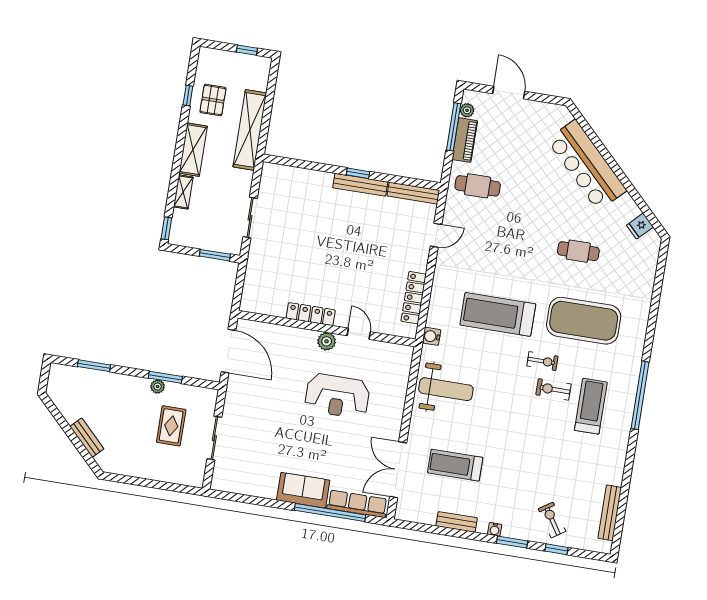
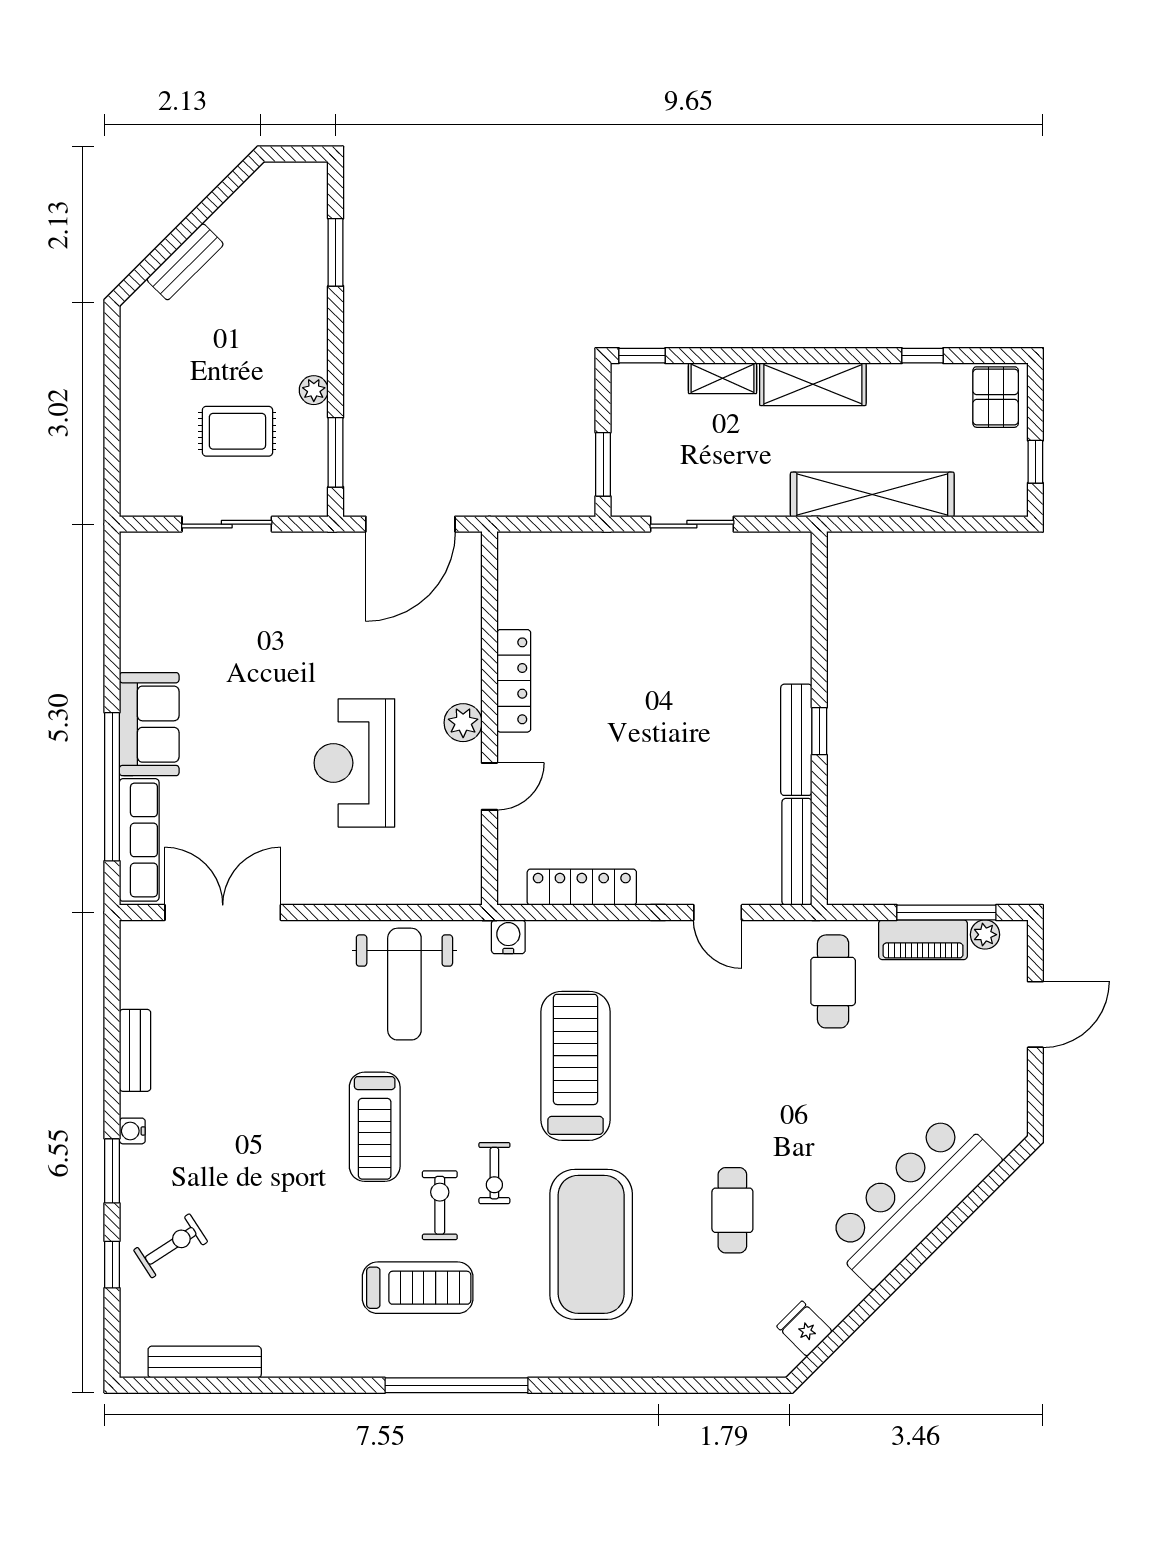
pallet: (213, 100) -> (996, 397), moved, turned 90
window: (165, 377) -> (336, 452), moved
treadmill: (455, 465) -> (375, 1127), moved, turned 180

